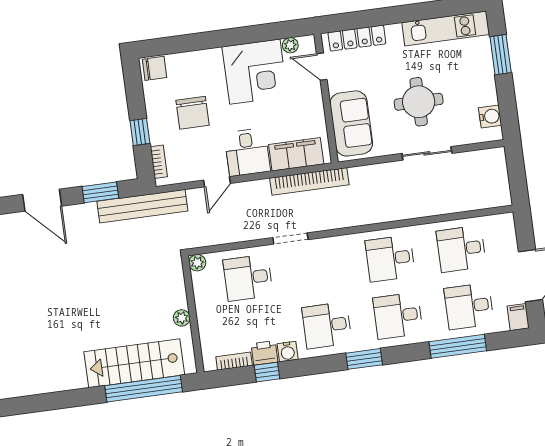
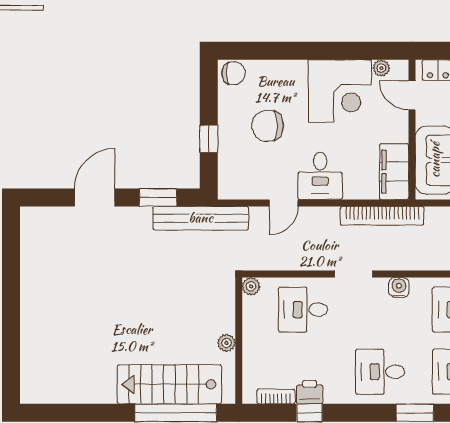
chair: (193, 113) -> (268, 126), turned 90
filing cabinet: (296, 154) -> (394, 172), moved, turned -90
bookcase: (159, 162) -> (225, 173), removed
door: (42, 200) -> (95, 197), swing flipped
water cooler: (288, 352) -> (399, 287), moved, turned 180

